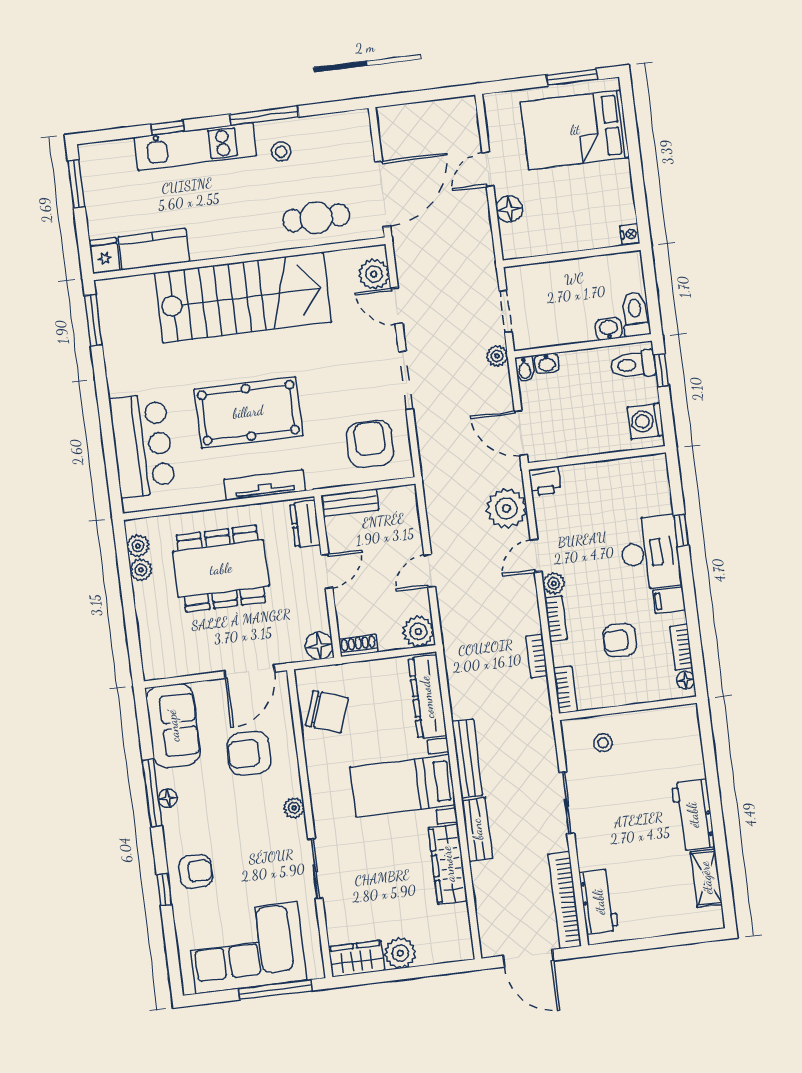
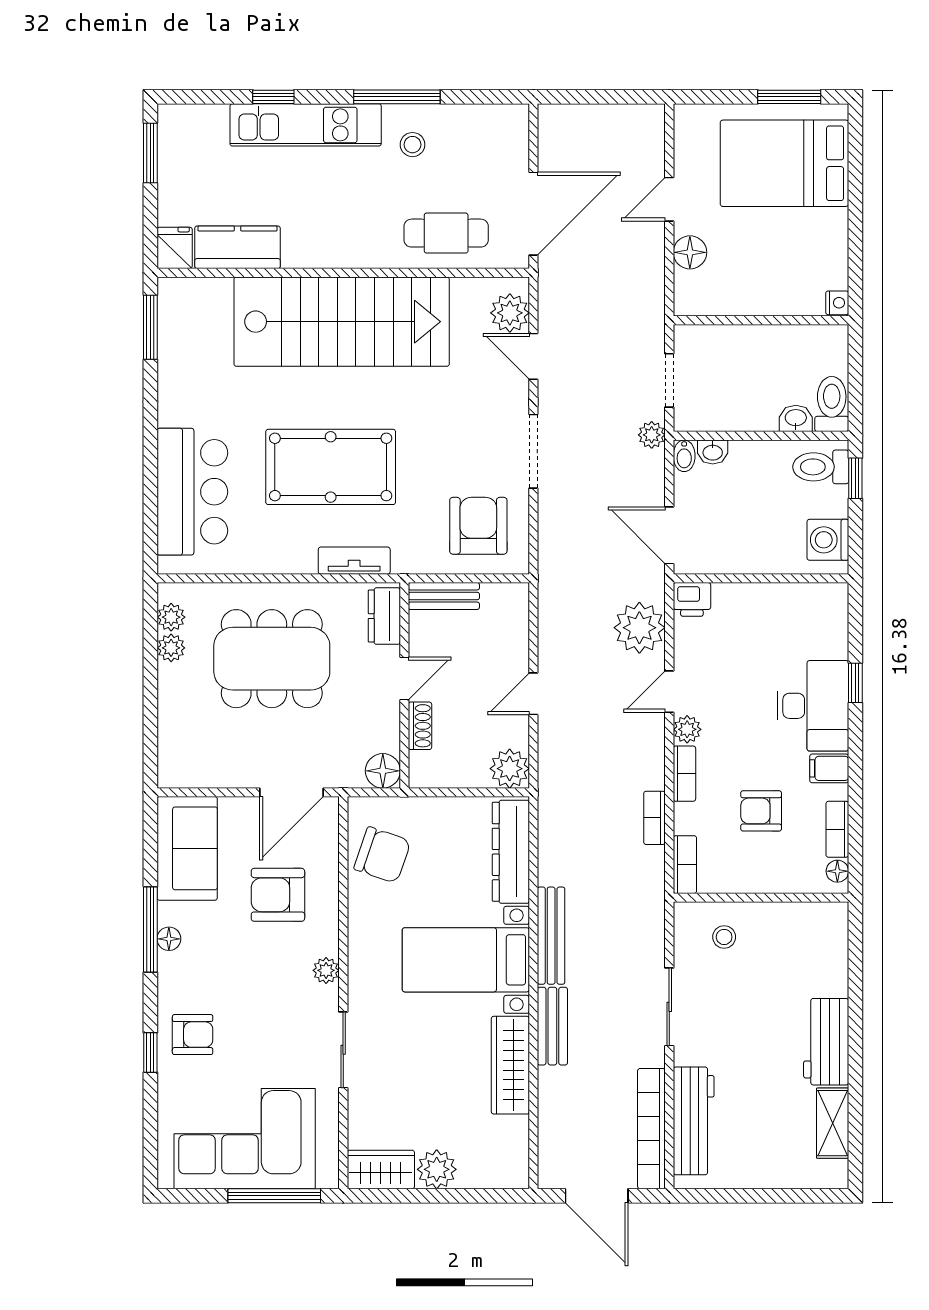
tv unit: (265, 485) -> (354, 561), width x0.71
shoe rack: (358, 645) -> (420, 726), moved, turned 90
workbench: (599, 902) -> (694, 1121), width x1.37

